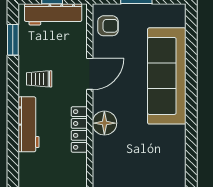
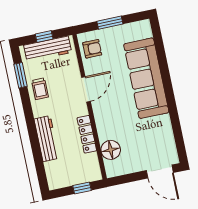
trolley: (39, 79) -> (40, 89), moved, turned -90
floor lamp: (104, 123) -> (111, 150), moved

